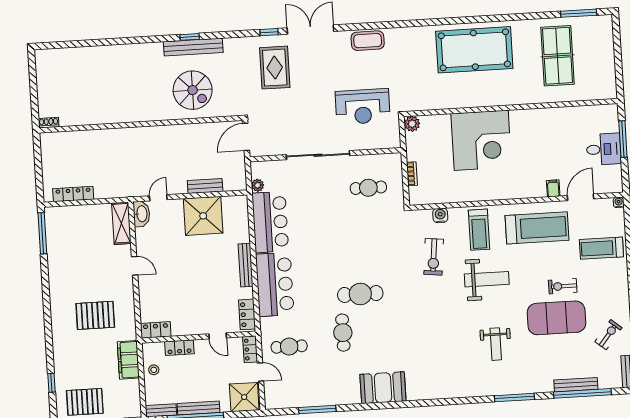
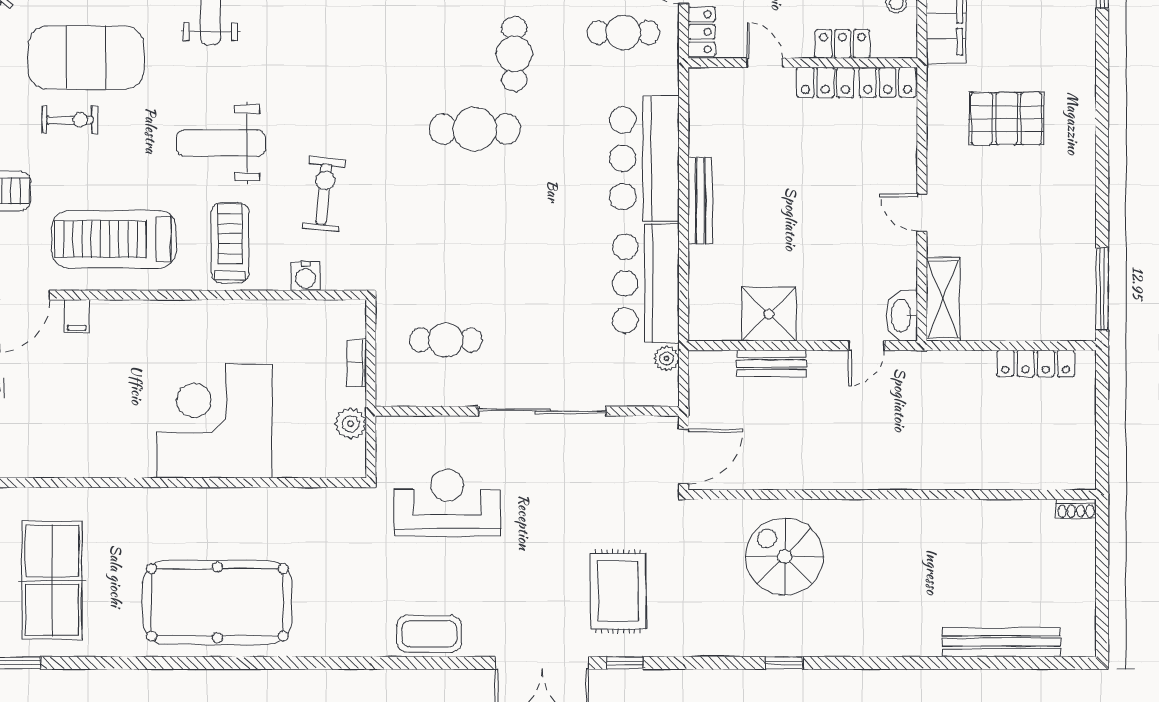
bench: (193, 47) -> (1001, 642), moved
plant: (412, 124) -> (351, 424), moved
shower: (203, 216) -> (769, 314), width x0.73, depth x0.73
locker: (247, 314) -> (825, 82), moved, turned 90

